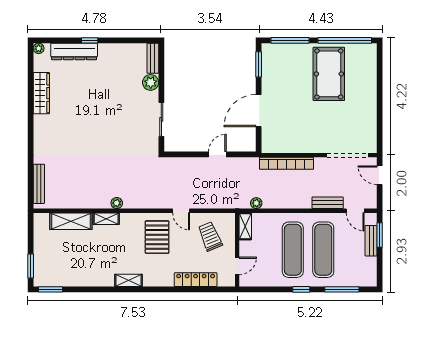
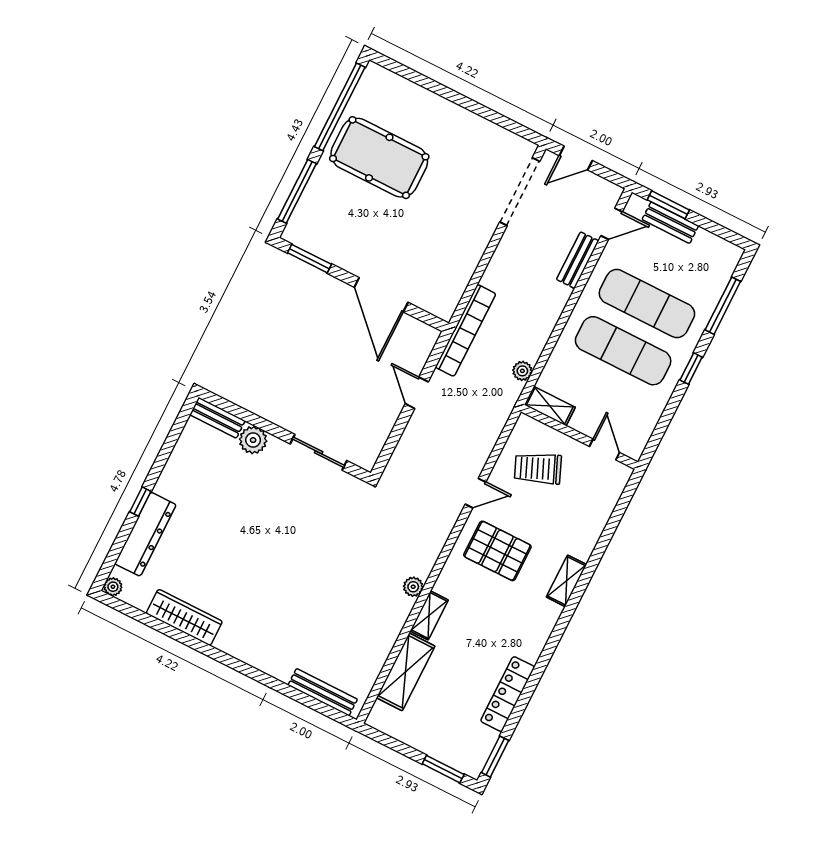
bookcase: (287, 163) -> (466, 330), moved
shelving: (128, 280) -> (566, 581), moved
locker: (196, 280) -> (508, 694), moved

